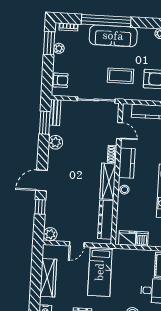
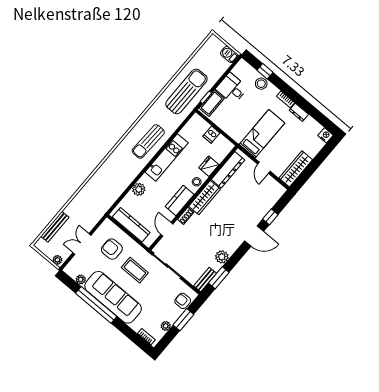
window: (106, 21) -> (96, 305), moved
sofa: (113, 36) -> (113, 297), width x1.36, depth x1.27
window: (49, 43) -> (183, 320), moved
plant: (50, 234) -> (278, 190), removed
fridge: (127, 238) -> (209, 166), moved, turned 90
door: (77, 244) -> (264, 168), swing flipped
wardrobe: (48, 278) -> (296, 169), moved

